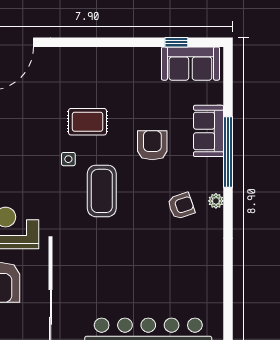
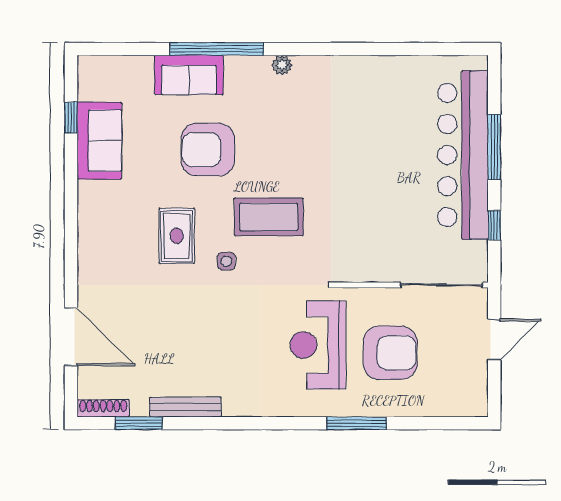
sofa: (190, 64) -> (99, 141), moved
armchair: (152, 145) -> (208, 150), width x1.36, depth x1.36
armchair: (181, 206) -> (288, 111), removed

